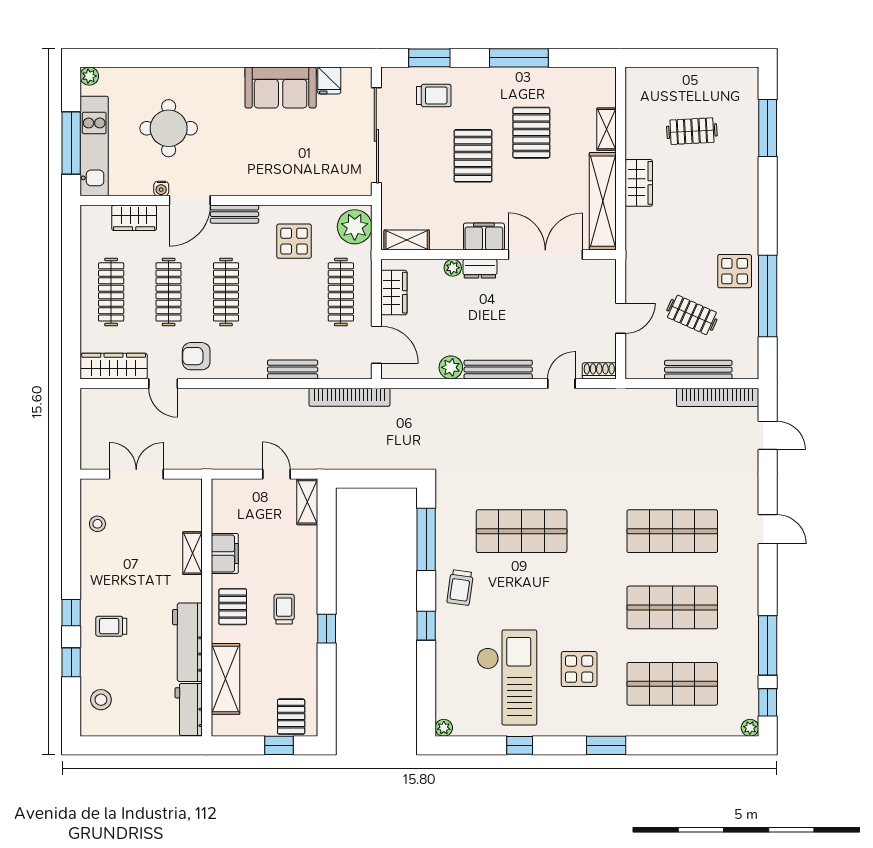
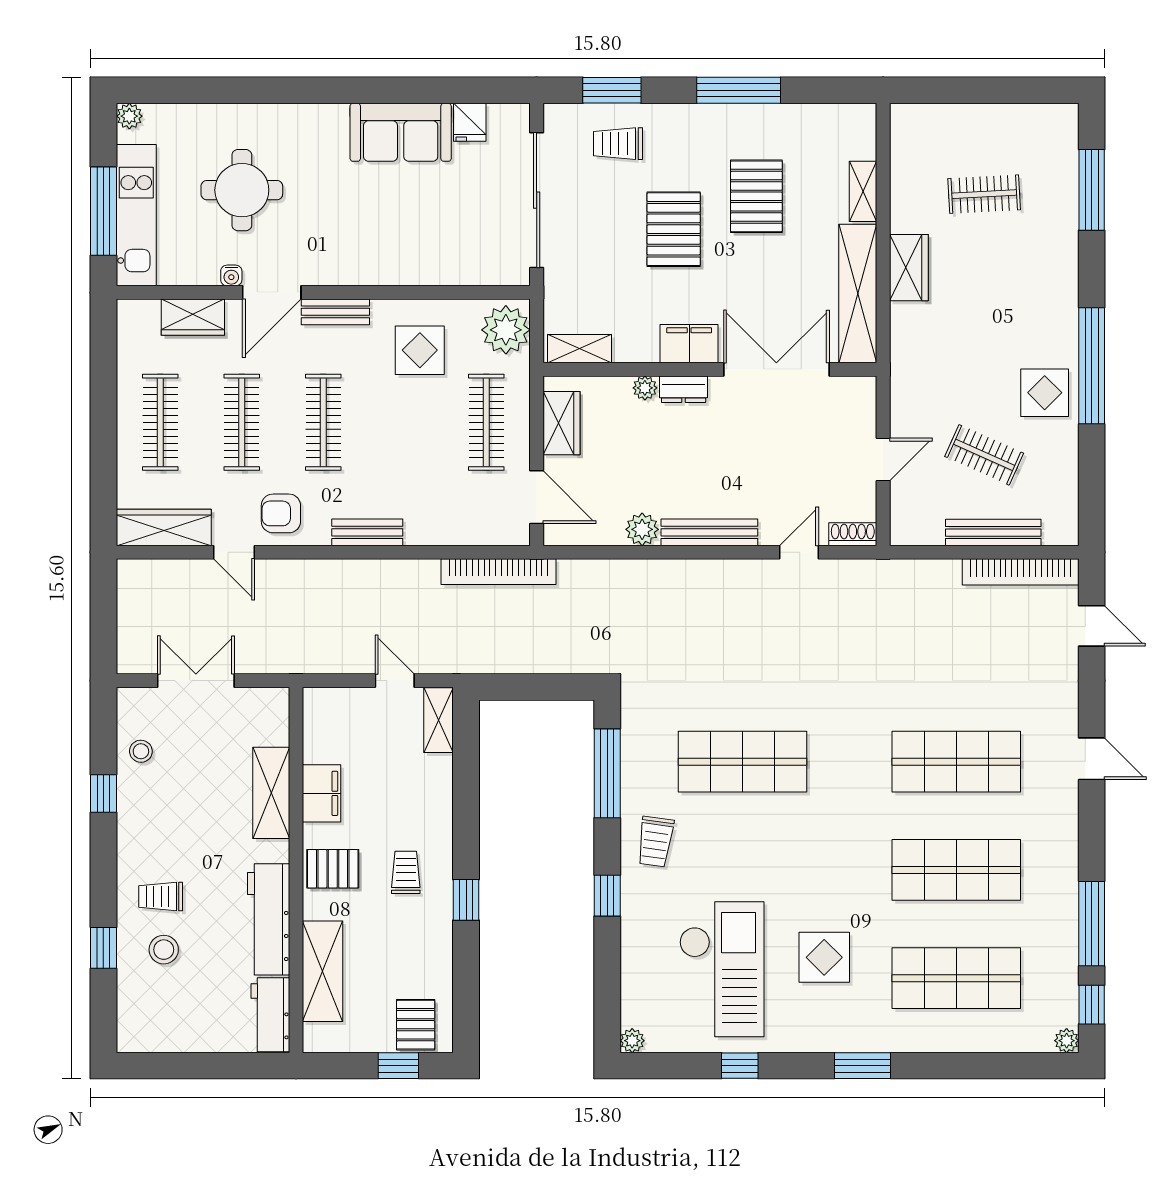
trolley: (434, 95) -> (618, 144), turned 180
window: (768, 296) -> (1092, 366), moved
bench: (293, 370) -> (367, 532), moved
shelving: (193, 553) -> (271, 793), width x1.50, depth x1.33
pallet: (233, 607) -> (333, 869), turned 90
window: (71, 613) -> (103, 793), moved
stool: (101, 700) -> (164, 950), moved

